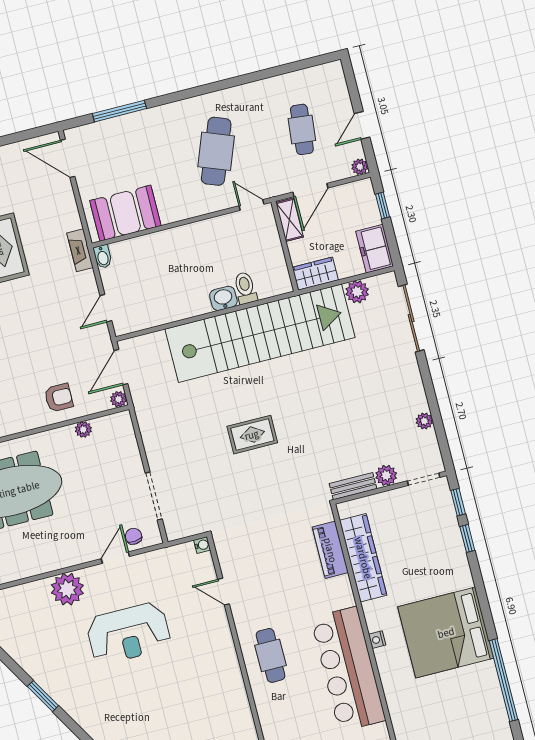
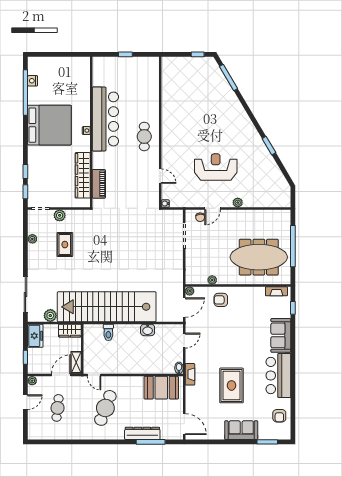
dresser: (138, 123) -> (142, 433), added
washbasin: (223, 298) -> (148, 330), moved
rug: (252, 435) -> (65, 245), moved, turned 90
bench: (353, 486) -> (78, 214), removed
plant: (67, 589) -> (238, 203), width x0.53, depth x0.53
nightstand: (496, 704) -> (33, 81), added

